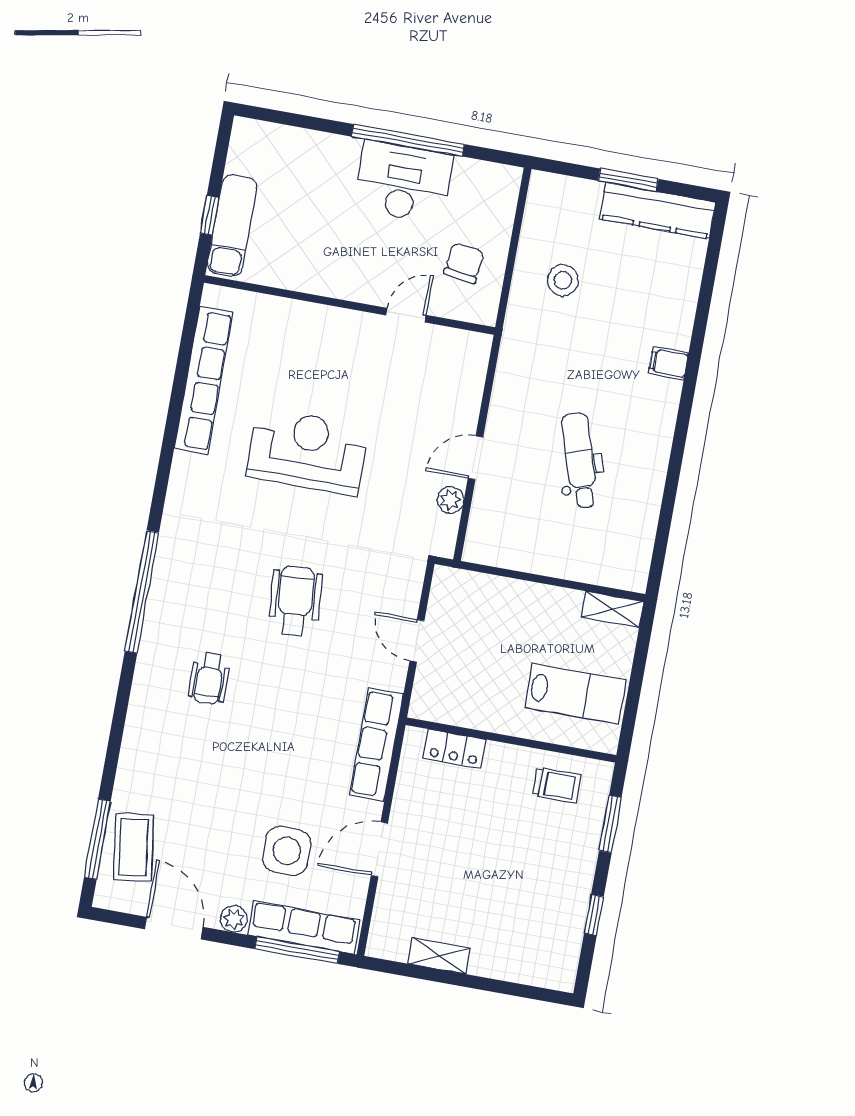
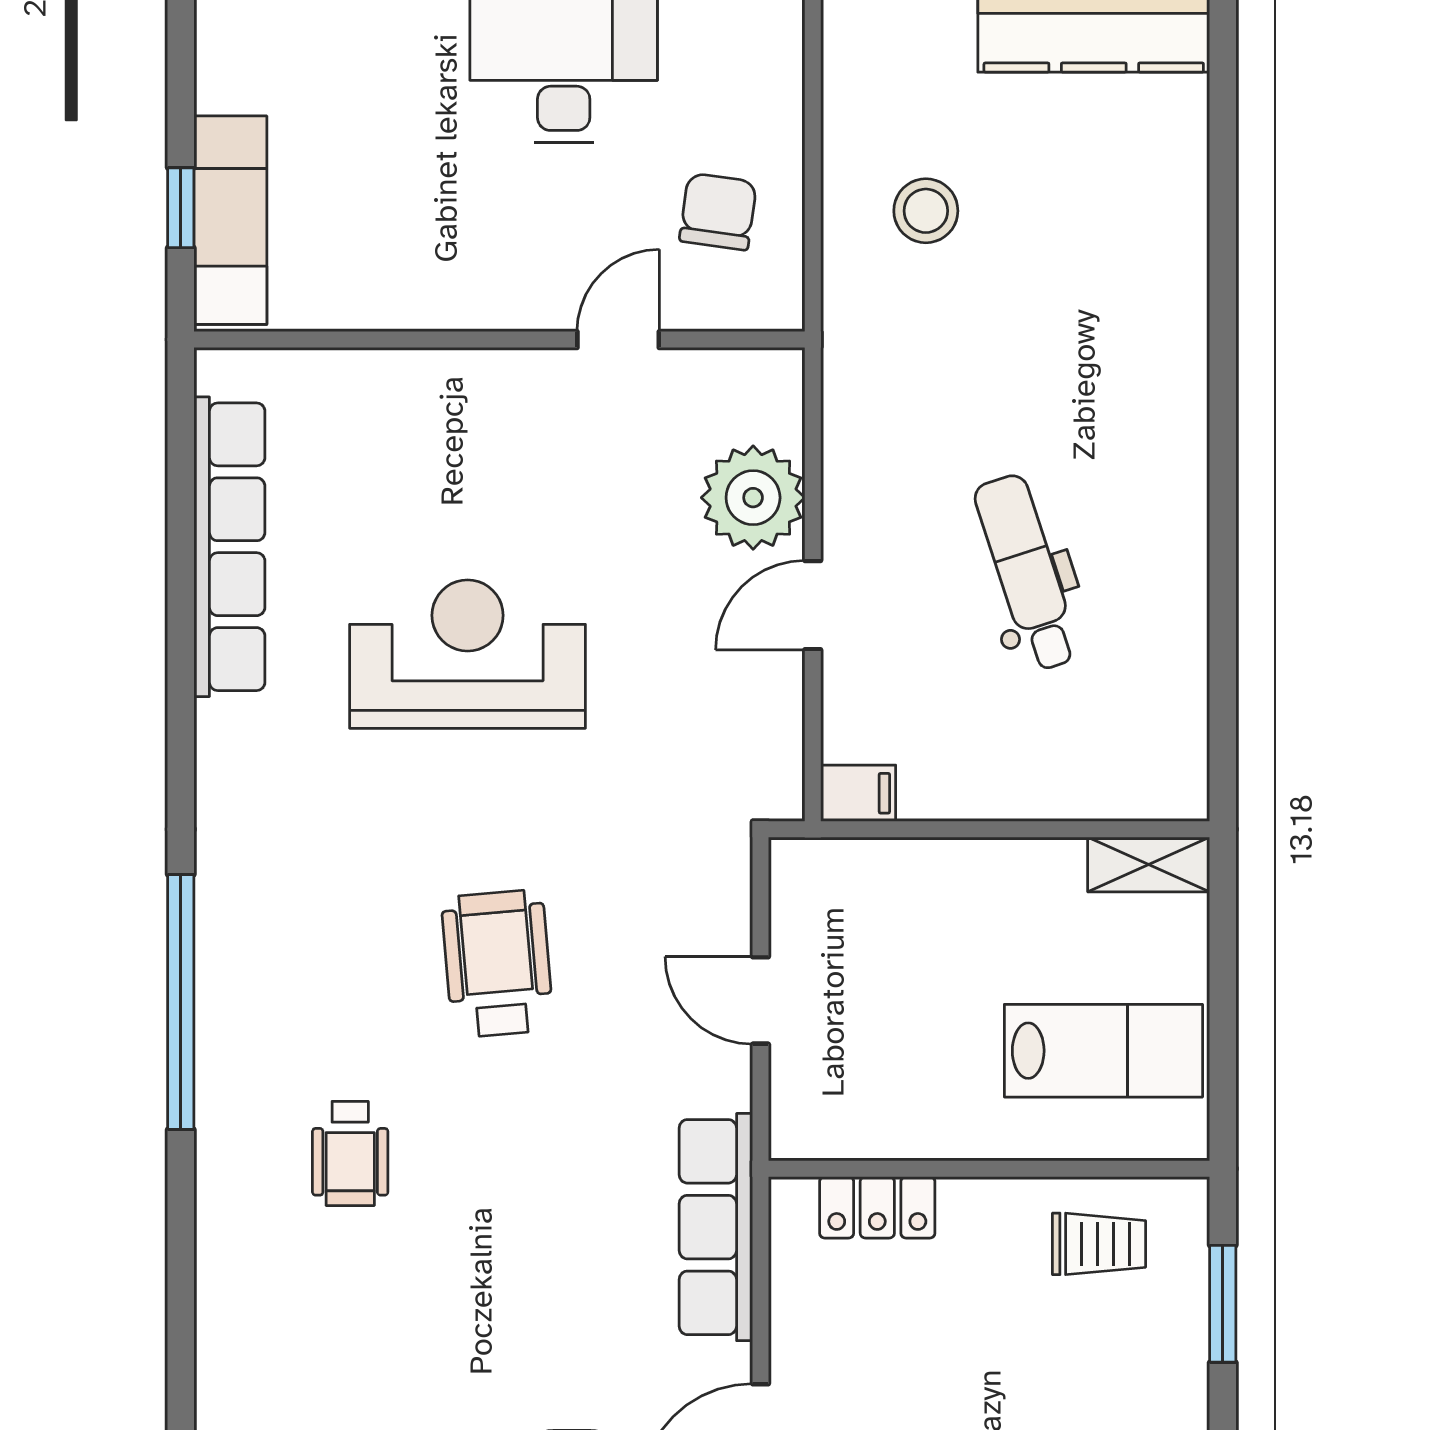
filing cabinet: (668, 363) -> (858, 793), moved, turned 180
plant: (450, 500) -> (753, 498), moved, width x1.87, depth x1.87

